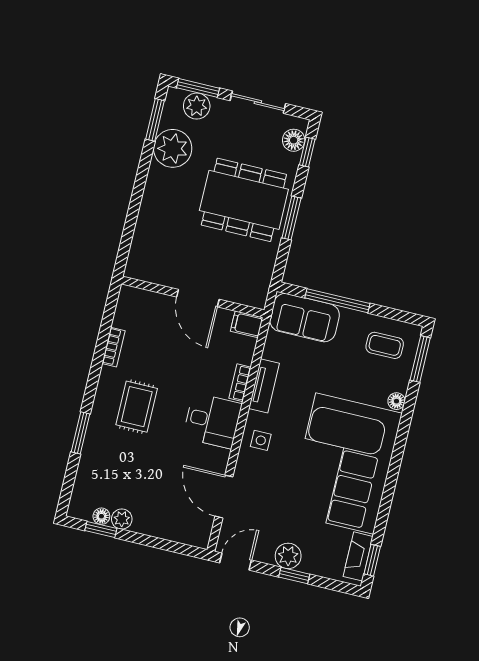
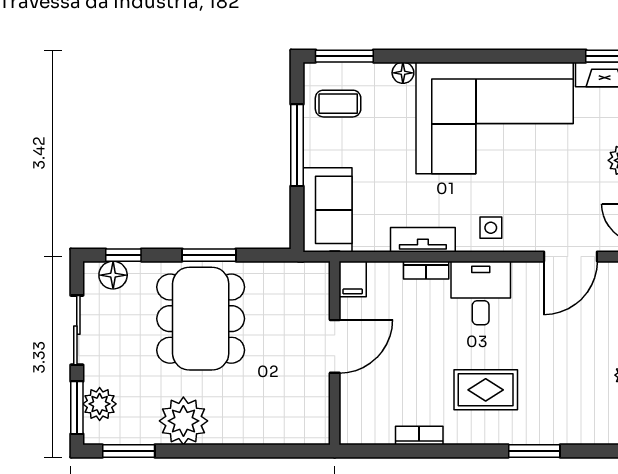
plant: (173, 148) -> (183, 421), moved
window: (337, 301) -> (297, 145), moved
coffee table: (385, 345) -> (338, 104), turned 90

